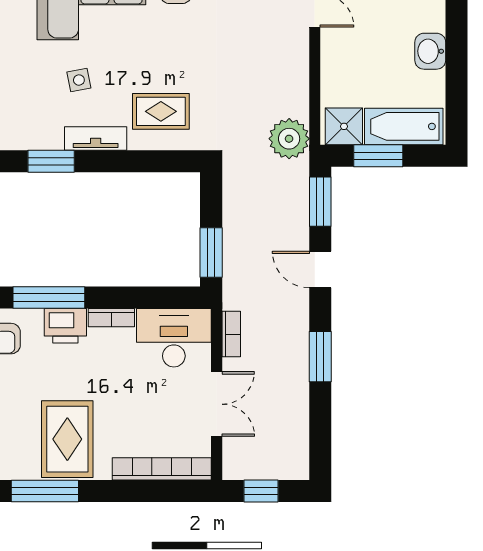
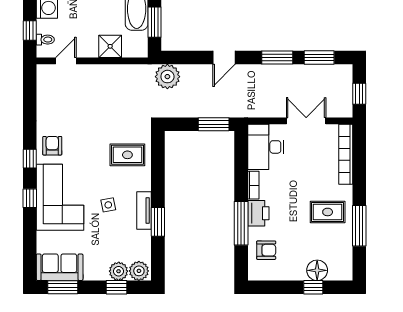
rug: (161, 111) -> (127, 155), turned 90
shower: (344, 126) -> (110, 46), moved
tv unit: (96, 139) -> (144, 211), moved
plant: (289, 139) -> (167, 77), moved
window: (320, 202) -> (319, 58), moved
bookcase: (231, 334) -> (263, 112), removed
rug: (67, 439) -> (328, 212), width x0.73, depth x0.70

